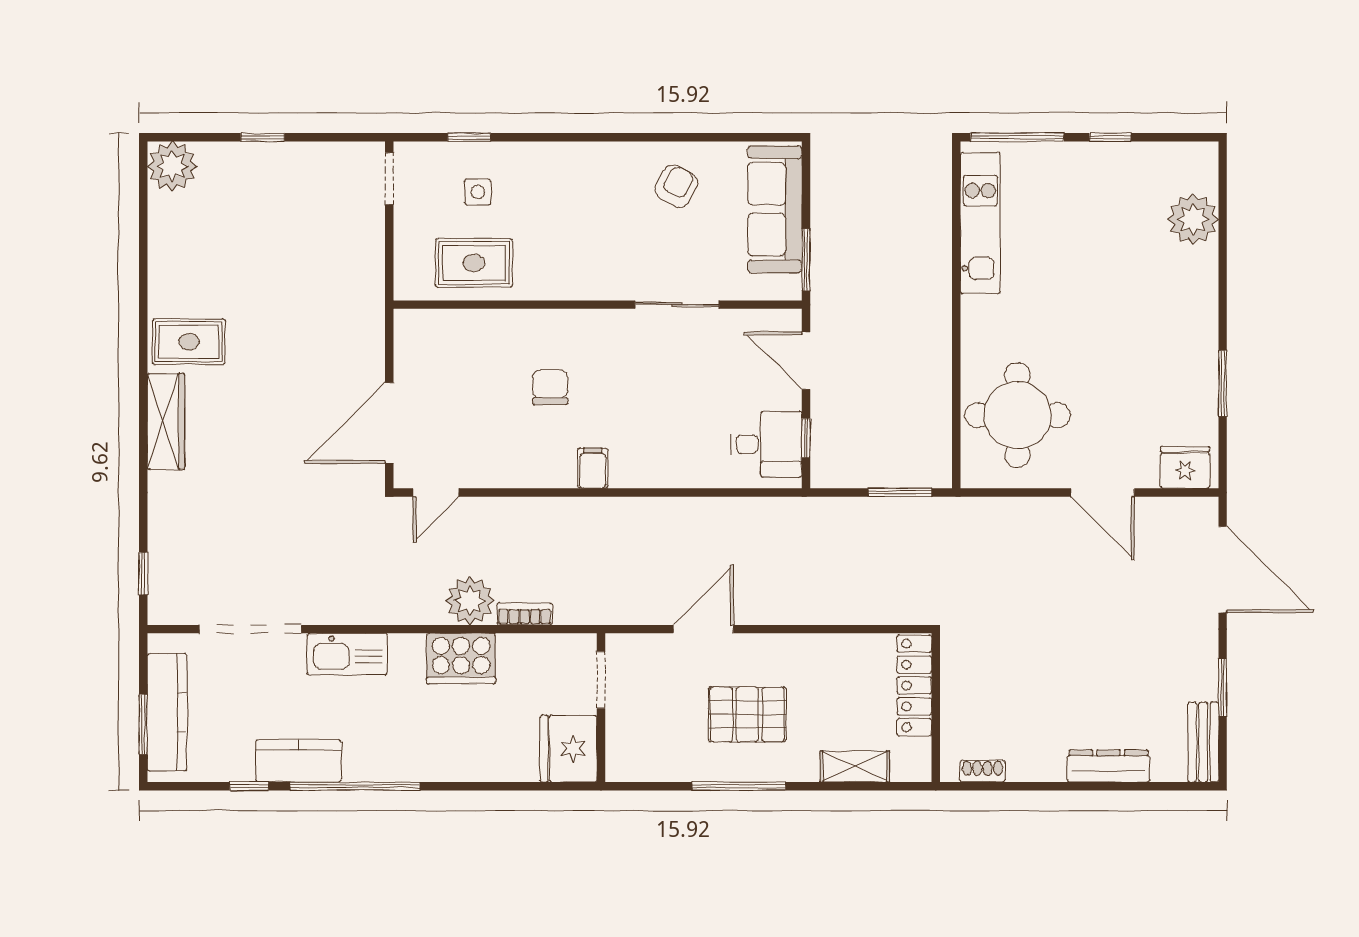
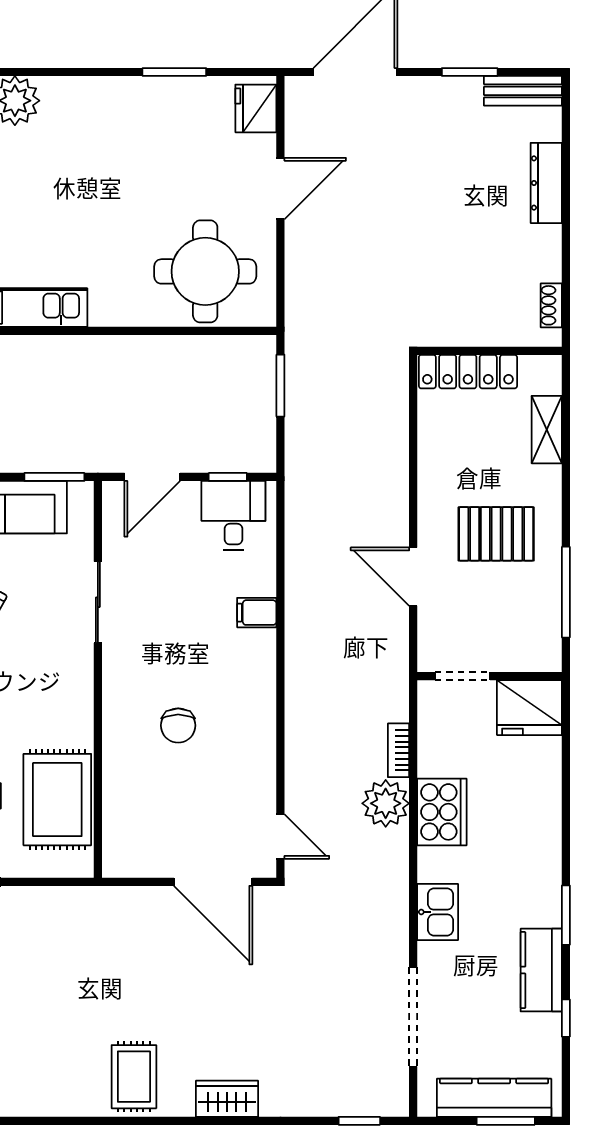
rug: (474, 263) -> (57, 800), width x1.36, depth x1.43
chair: (550, 387) -> (178, 725), turned -90
wardrobe: (166, 421) -> (227, 1099), width x0.67
filing cabinet: (593, 468) -> (257, 613), moved
kitchen sink: (347, 654) -> (438, 912), width x0.73
pallet: (747, 715) -> (496, 534), turned 90
window: (355, 786) -> (566, 915), width x0.47
window: (739, 786) -> (566, 592), moved

